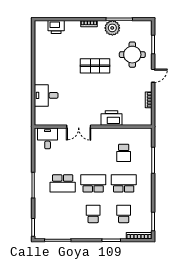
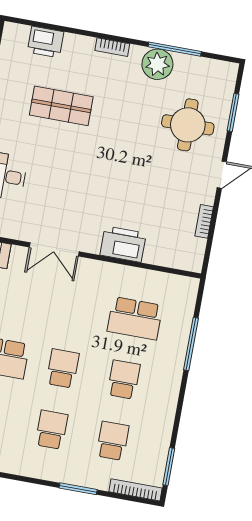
shop shelf: (95, 66) -> (61, 106), moved
school desk: (124, 153) -> (135, 318), width x1.85
school desk: (93, 183) -> (63, 368), width x0.54
school desk: (124, 183) -> (124, 380), width x0.54

